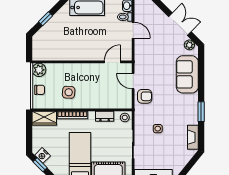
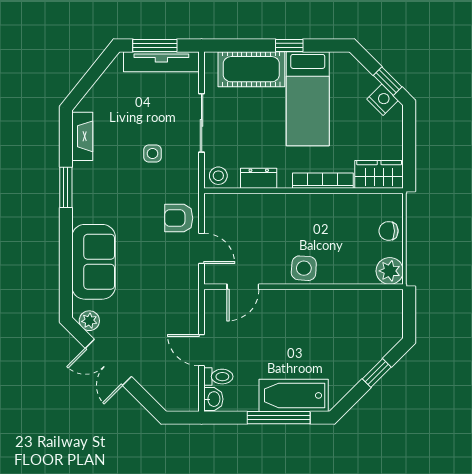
side table: (69, 92) -> (304, 268), moved

